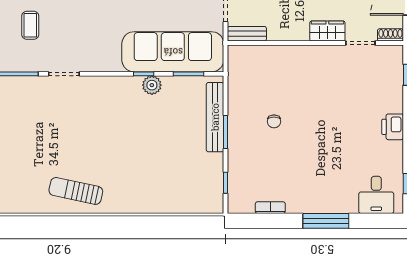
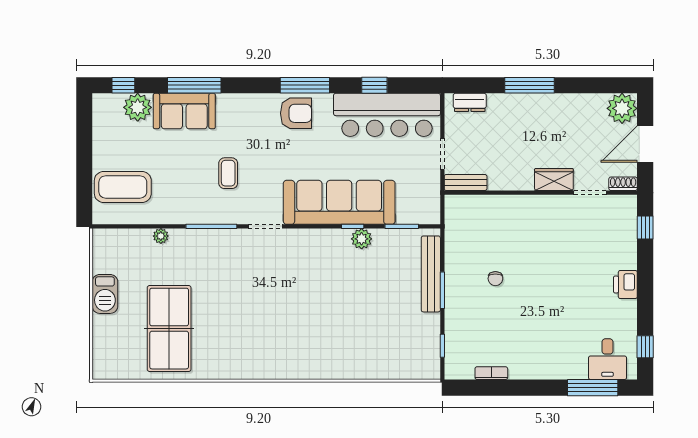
sofa: (173, 52) -> (339, 202), moved
sun lounger: (76, 191) -> (278, 355), removed
window: (326, 221) -> (593, 388), moved

